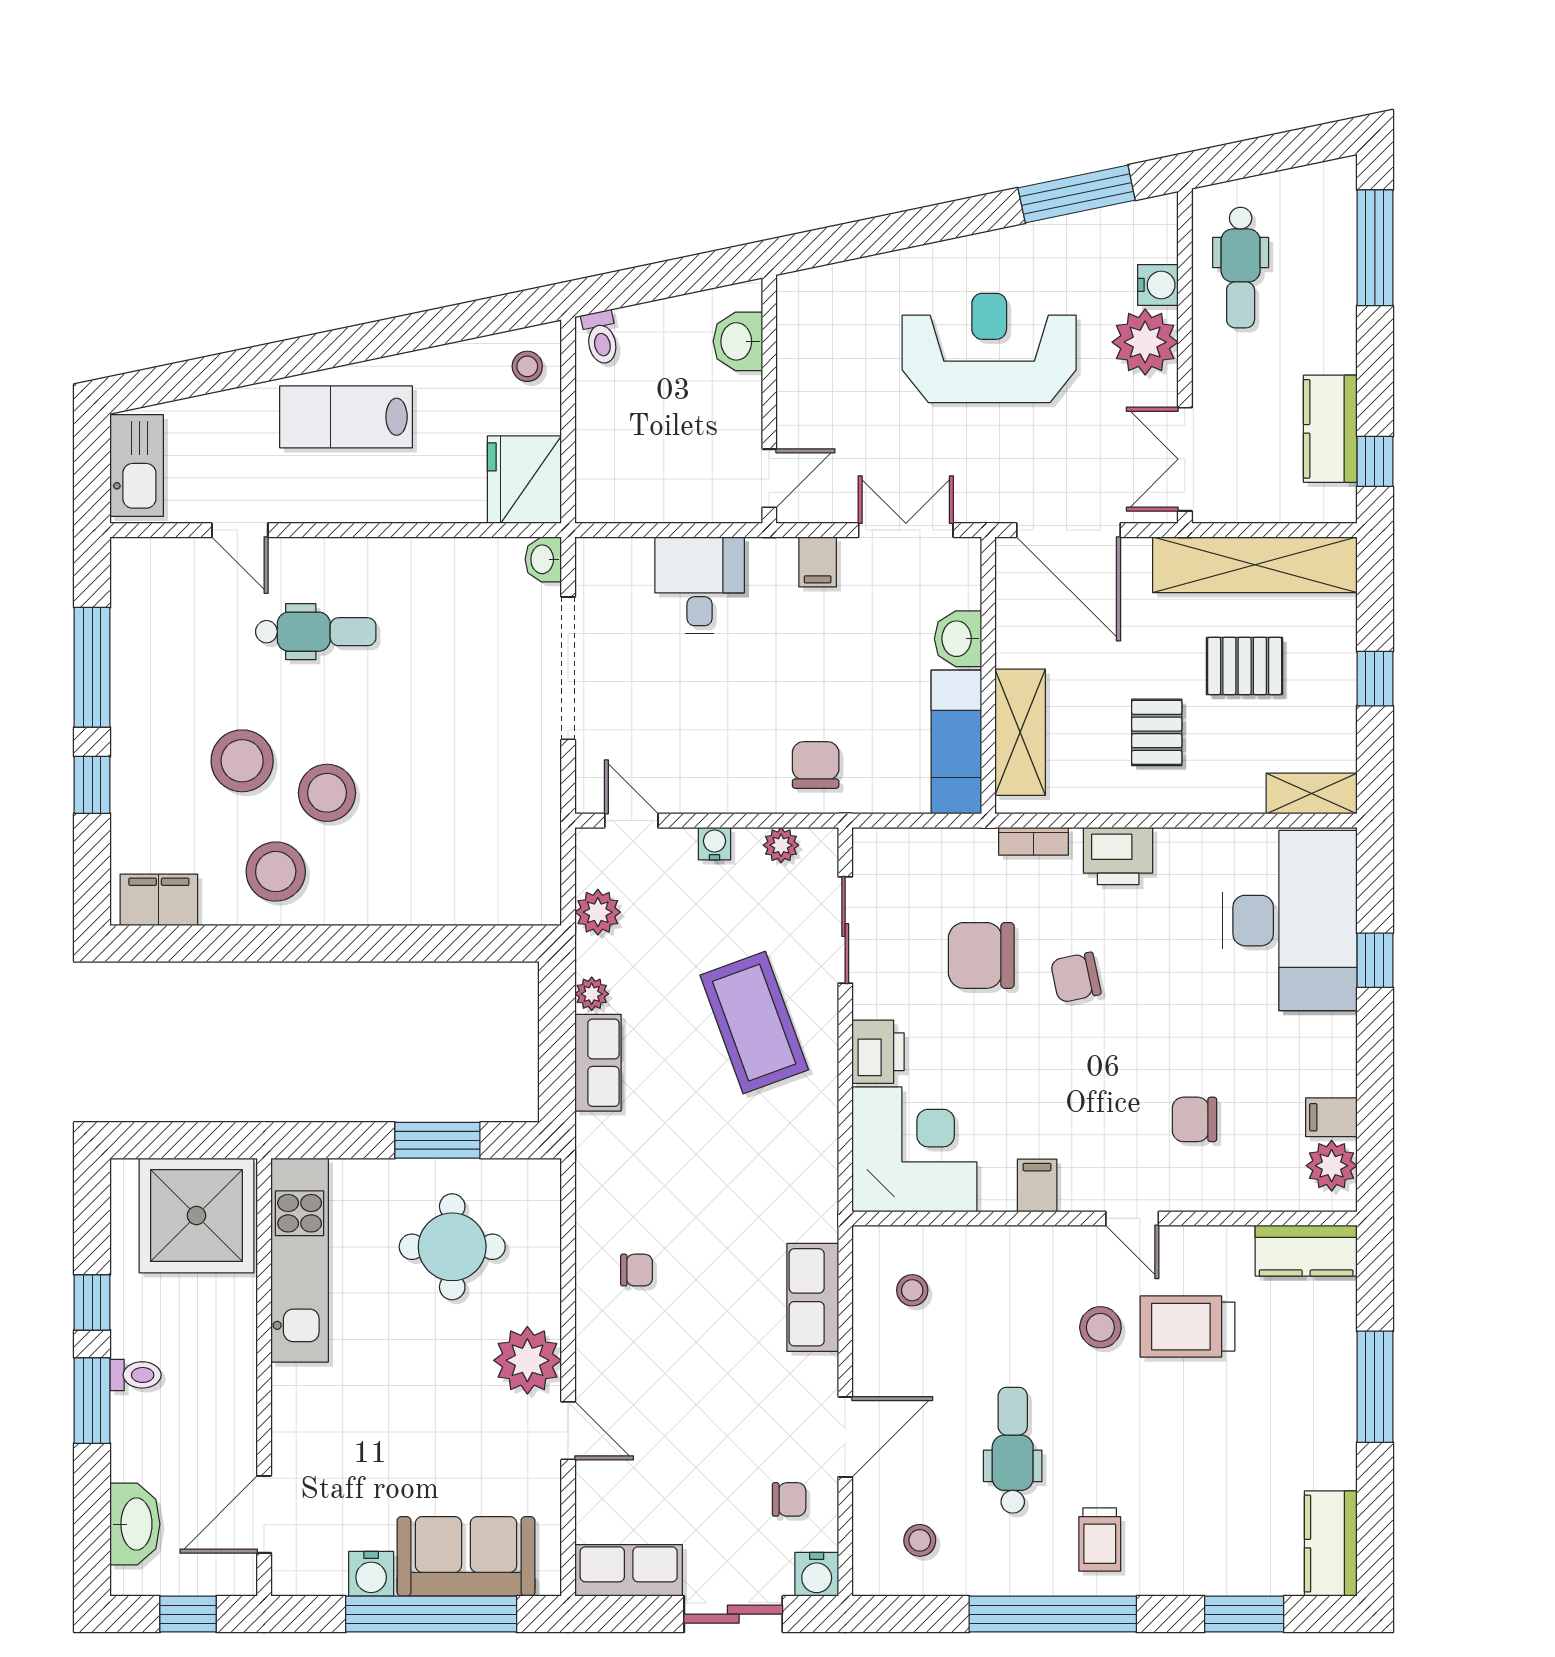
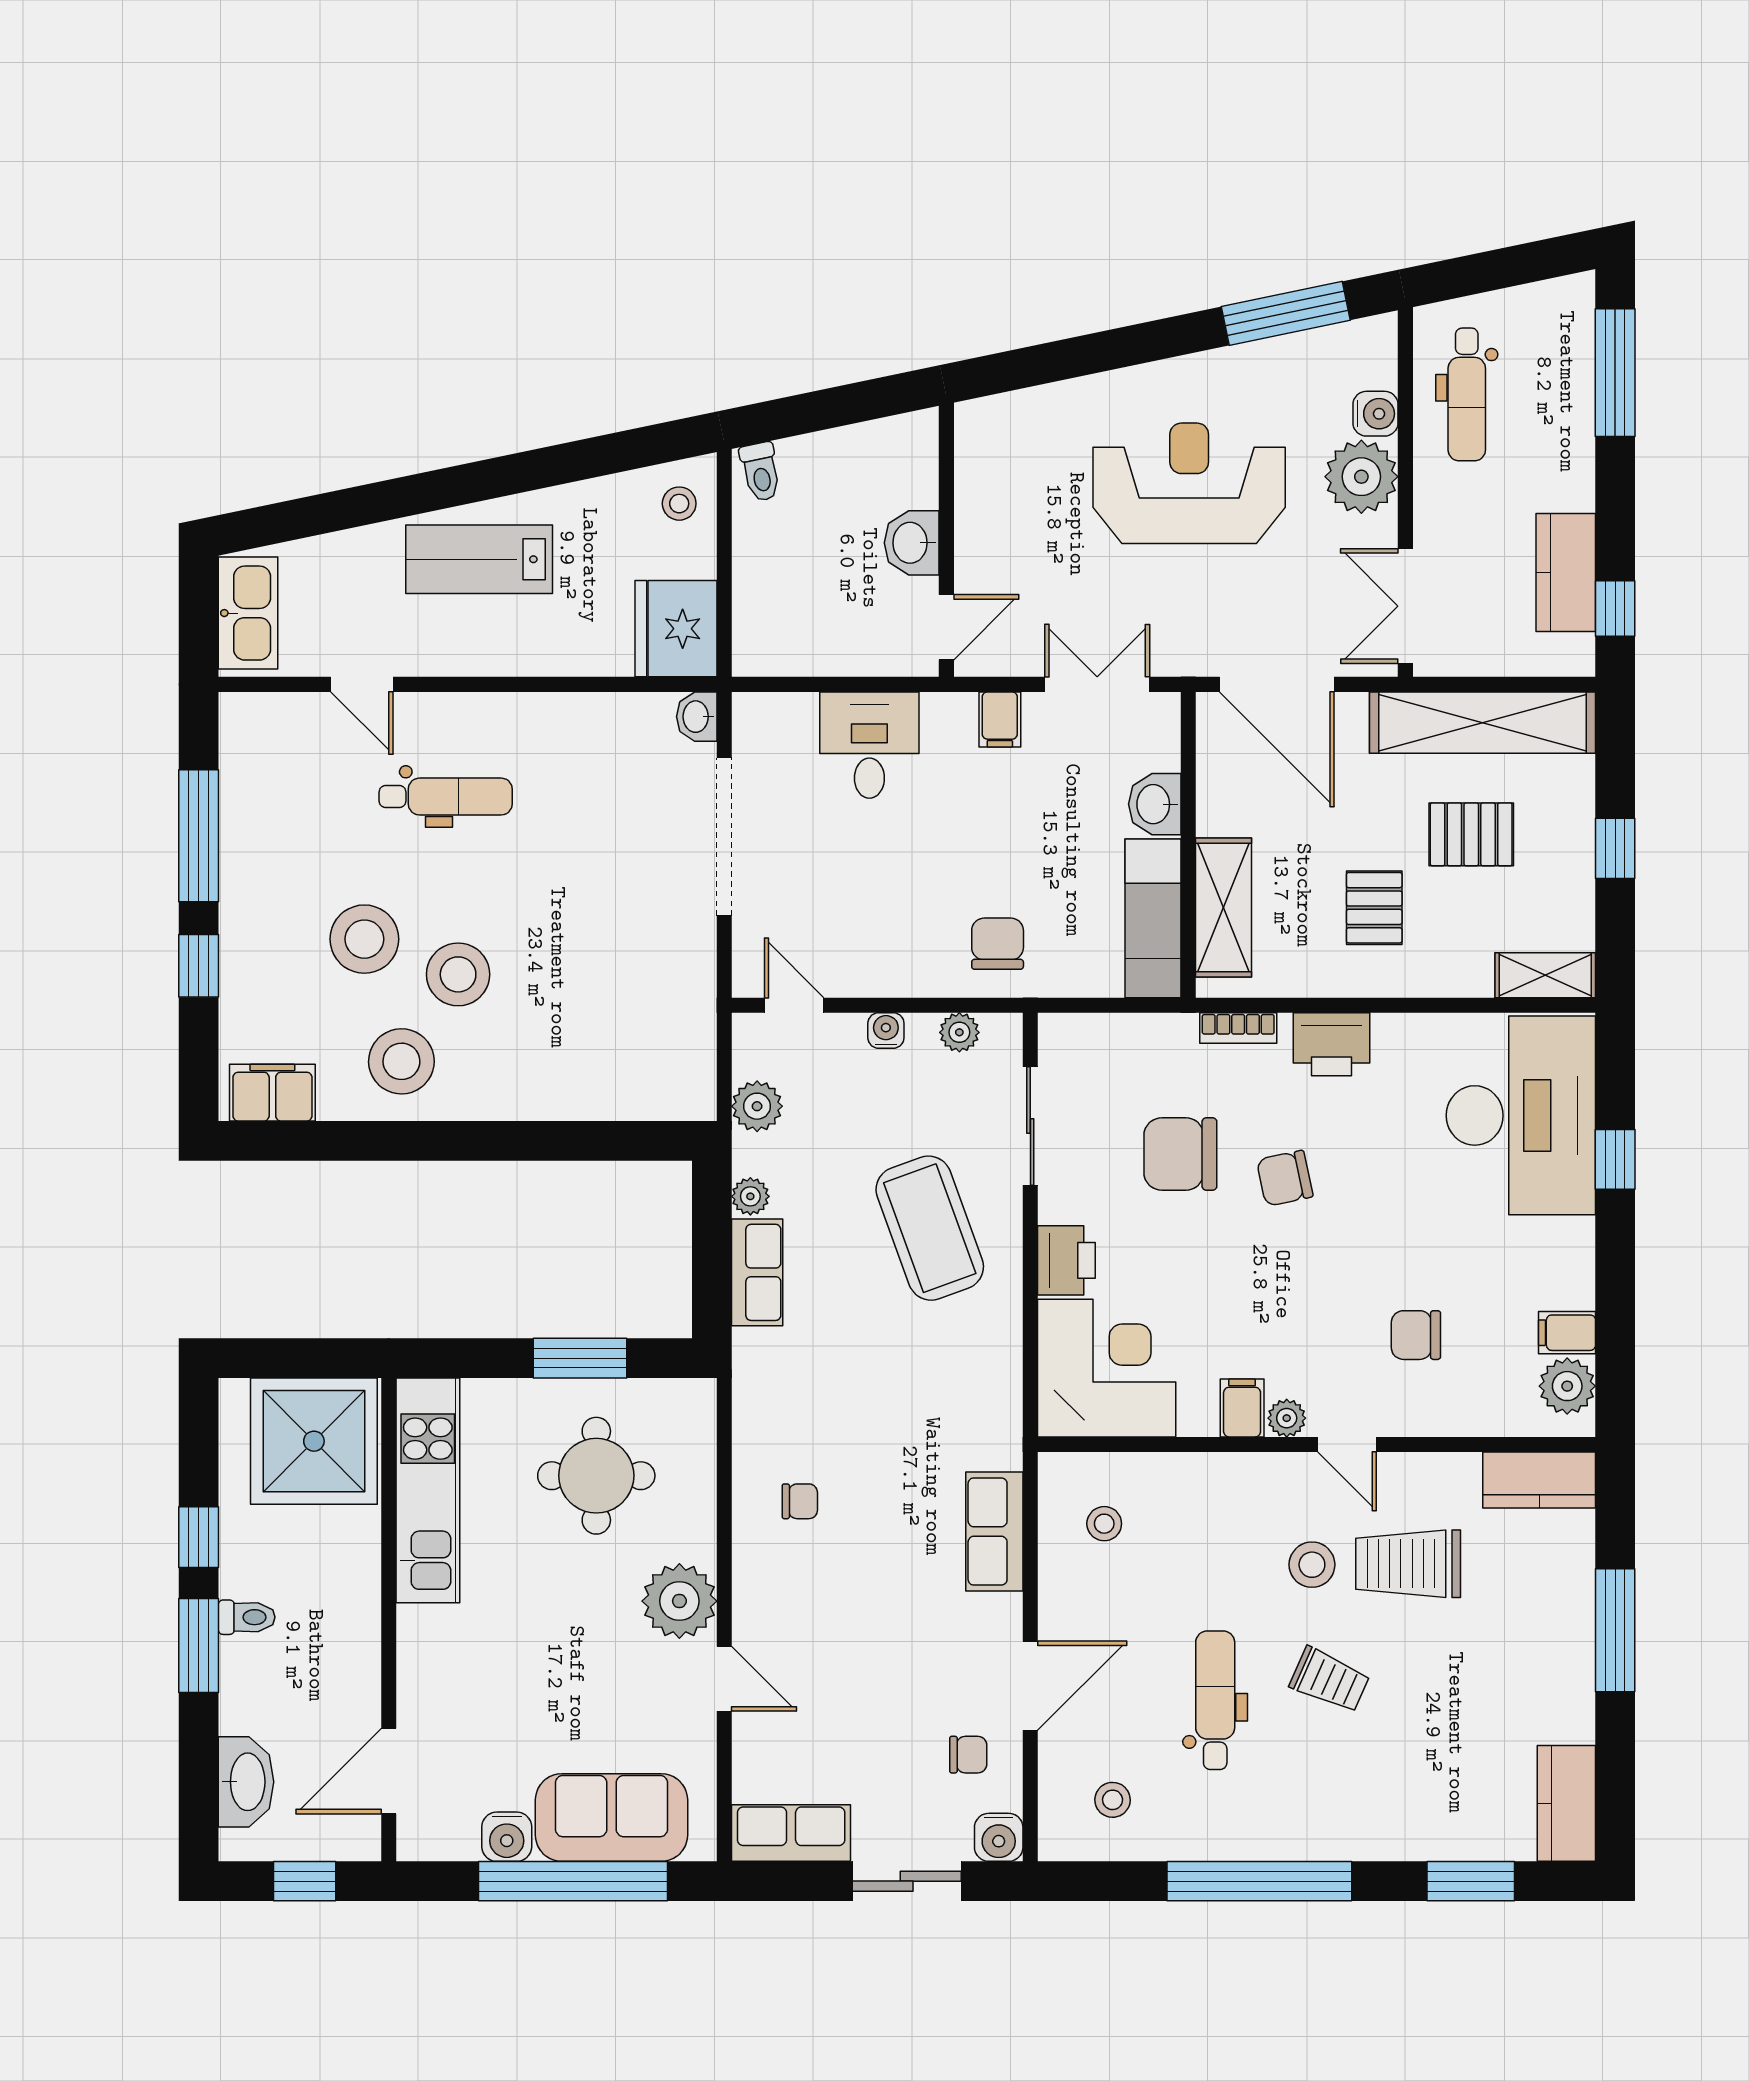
washbasin: (738, 341) -> (912, 543), moved
plant: (1077, 1195) -> (1287, 1418), added
trolley: (1100, 1539) -> (1330, 1680), moved, turned -66

